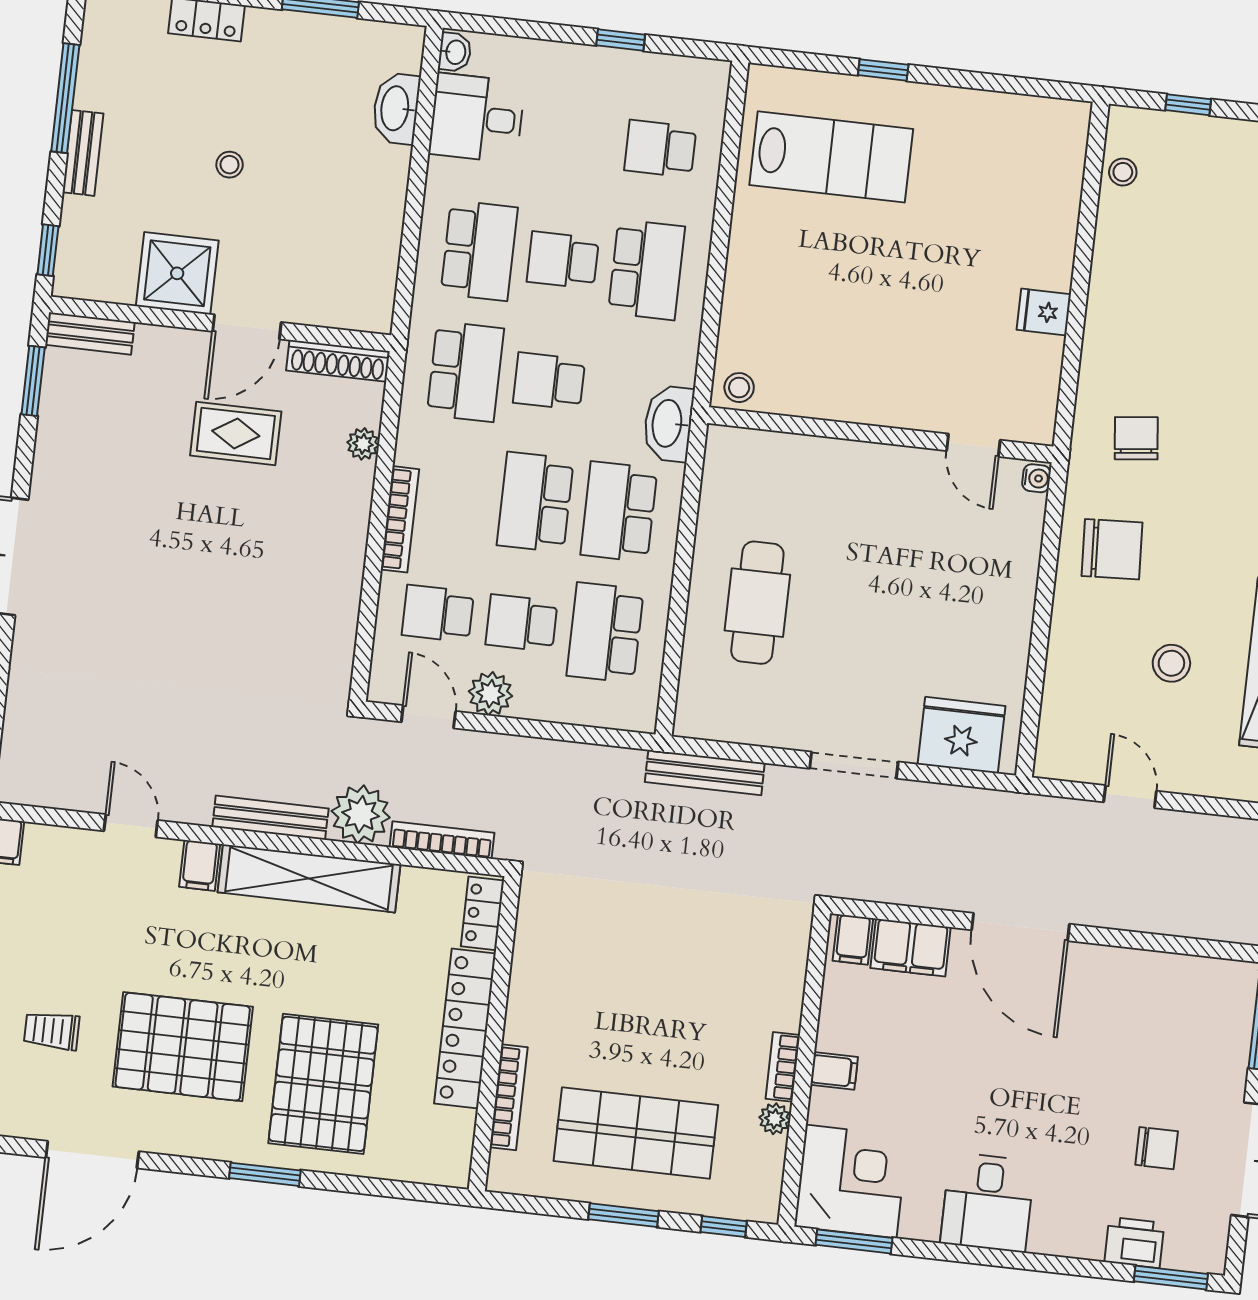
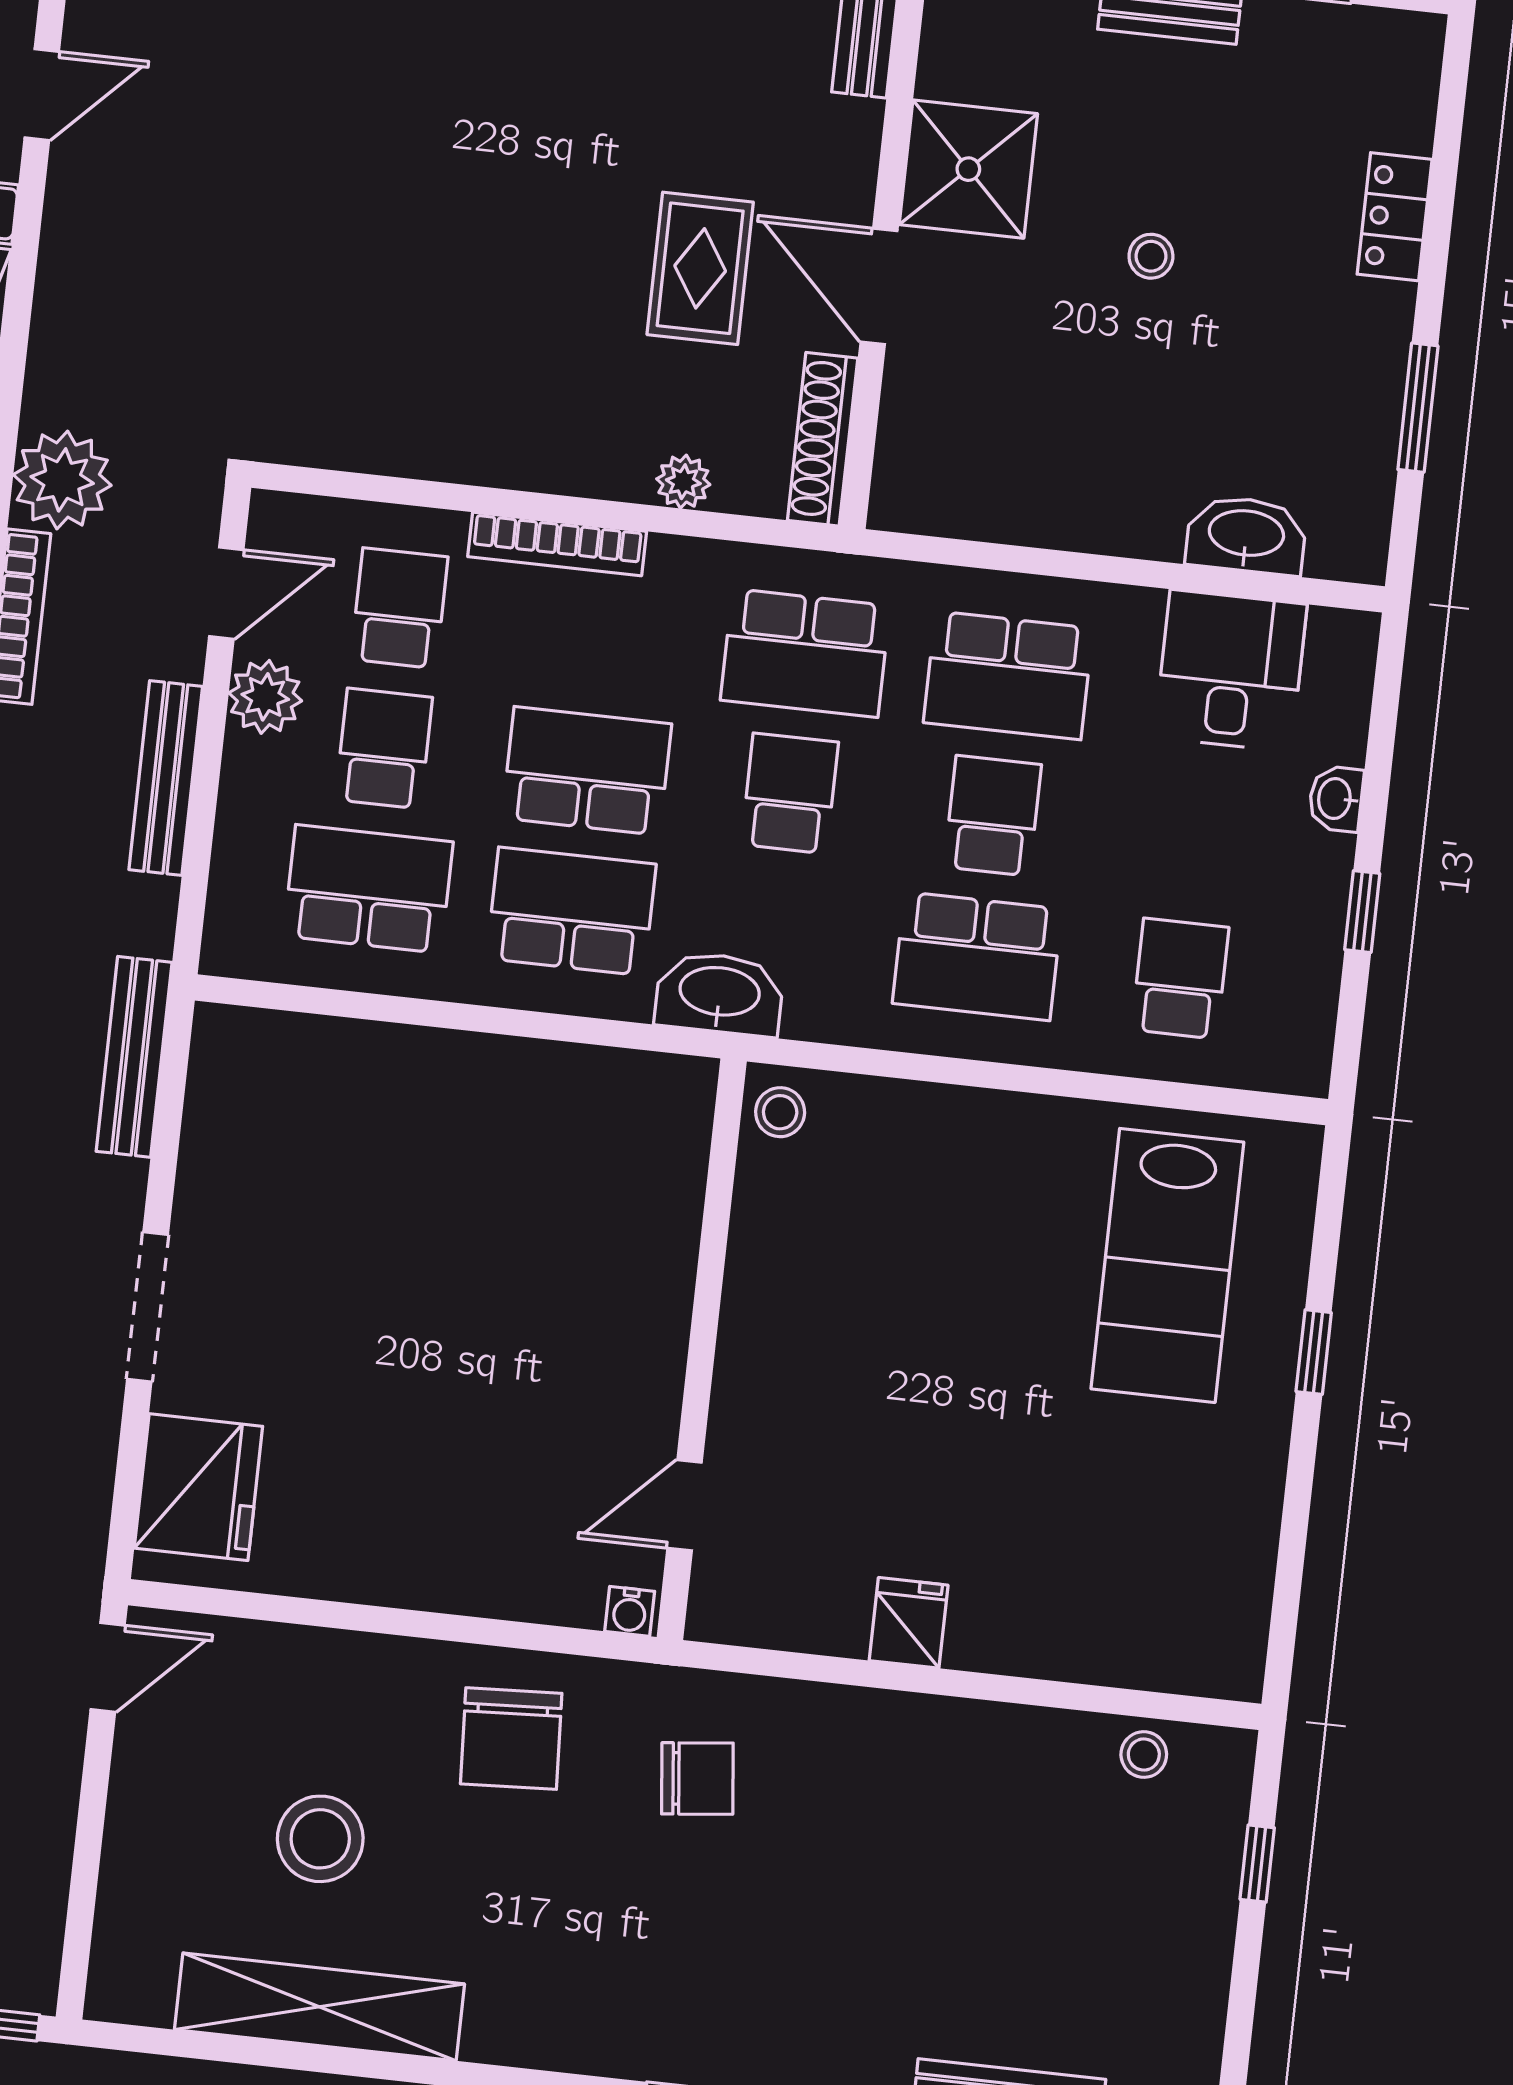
washbasin: (455, 52) -> (1336, 799), moved, turned 90
cafe table: (757, 603) -> (419, 1144), removed
stool: (1171, 663) -> (320, 1839), width x1.38, depth x1.38
door: (1130, 797) -> (108, 1667), moved
bench: (270, 818) -> (166, 778), moved

